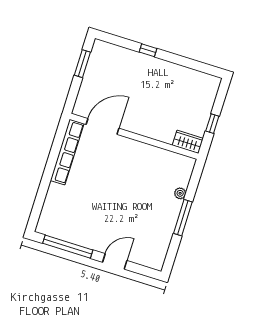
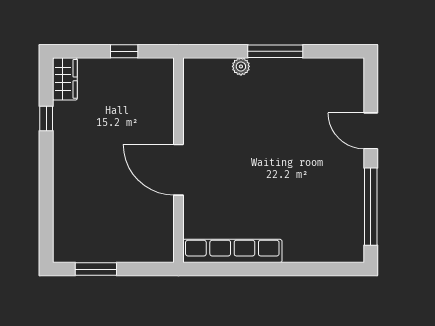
window: (148, 50) -> (46, 118), moved
door: (103, 126) -> (178, 170), moved
wardrobe: (188, 142) -> (65, 79), moved, turned 180

